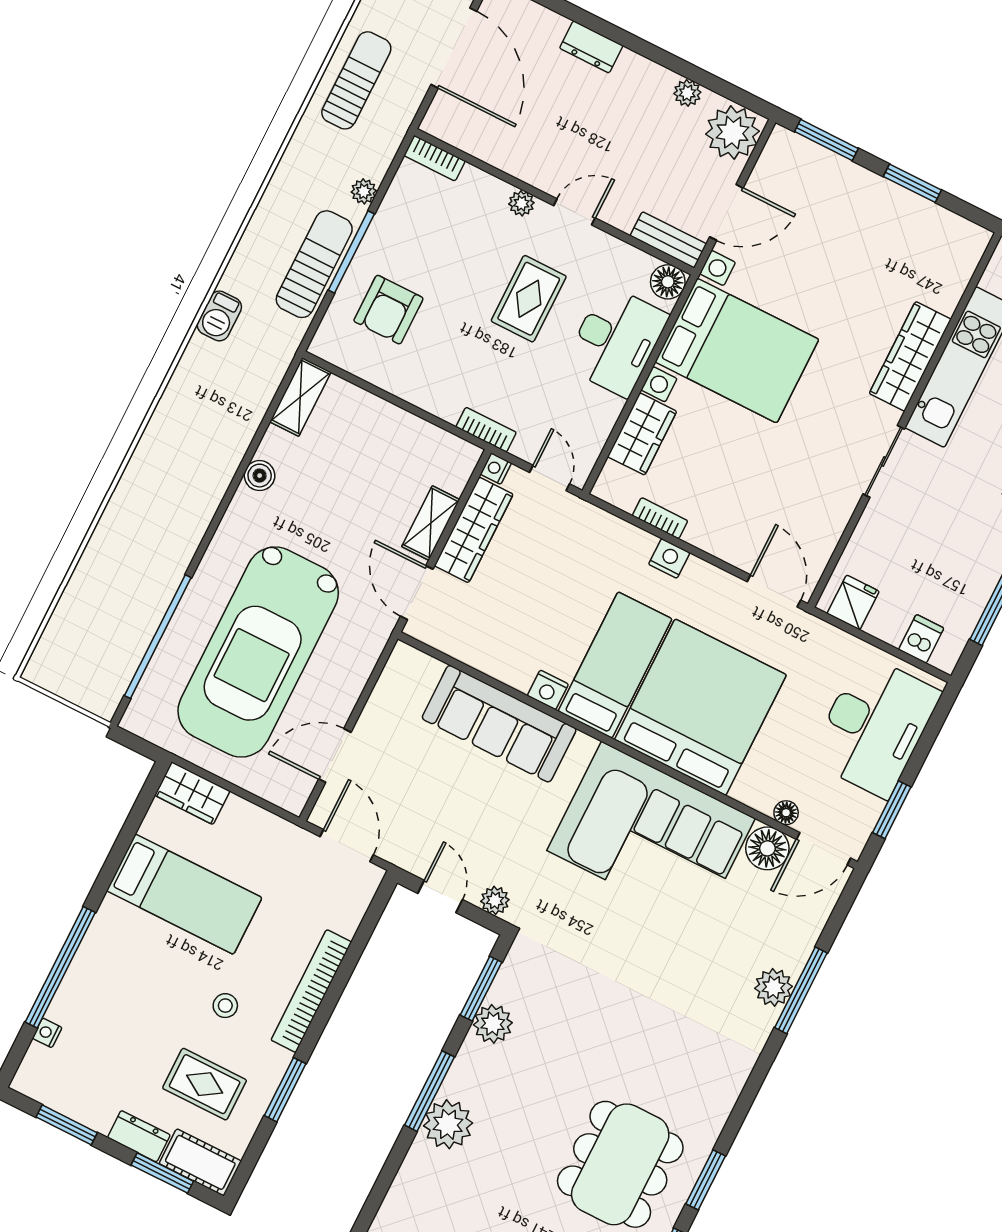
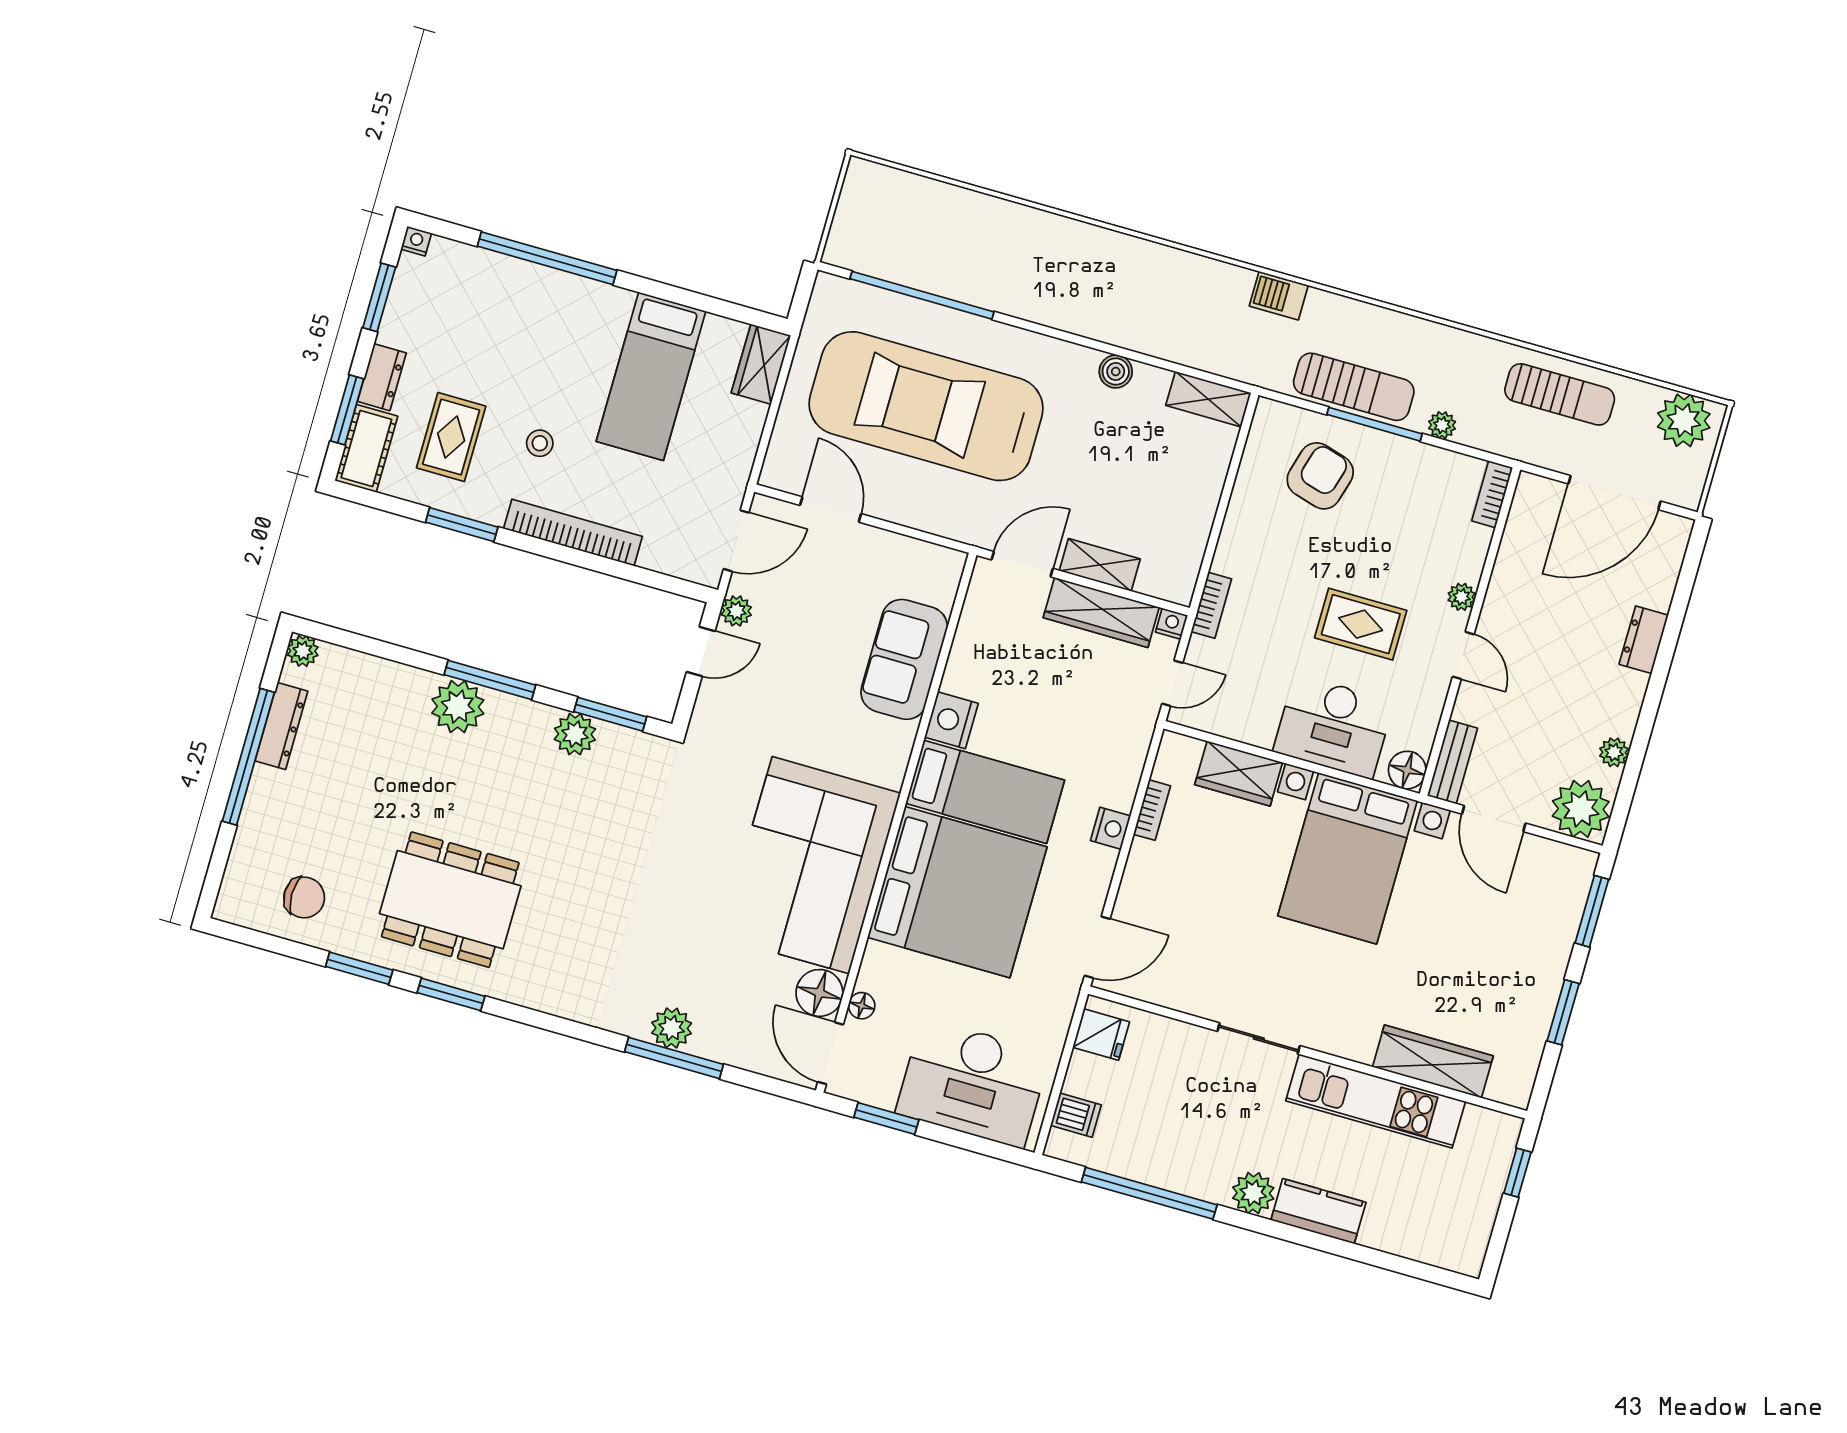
armchair: (388, 310) -> (1320, 476), turned 106
wardrobe: (910, 356) -> (1433, 1061), moved
nightstand: (548, 690) -> (951, 720), width x1.36, depth x1.33
sofa: (499, 724) -> (904, 659), width x0.73
plant: (495, 900) -> (736, 611), moved
nightstand: (47, 1033) -> (416, 241), moved

